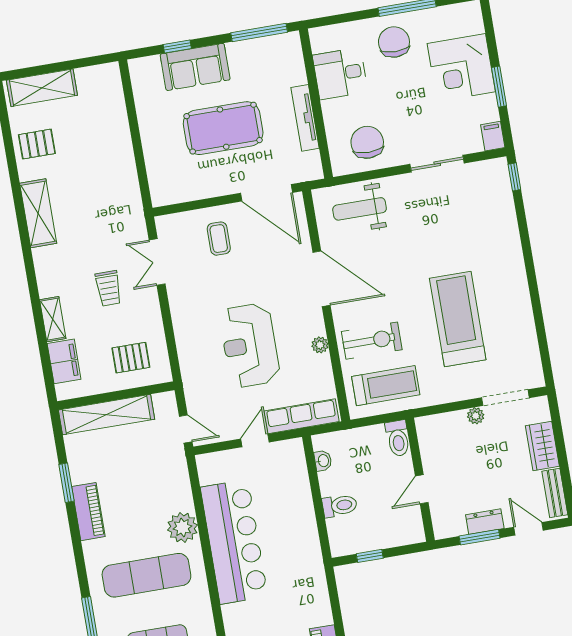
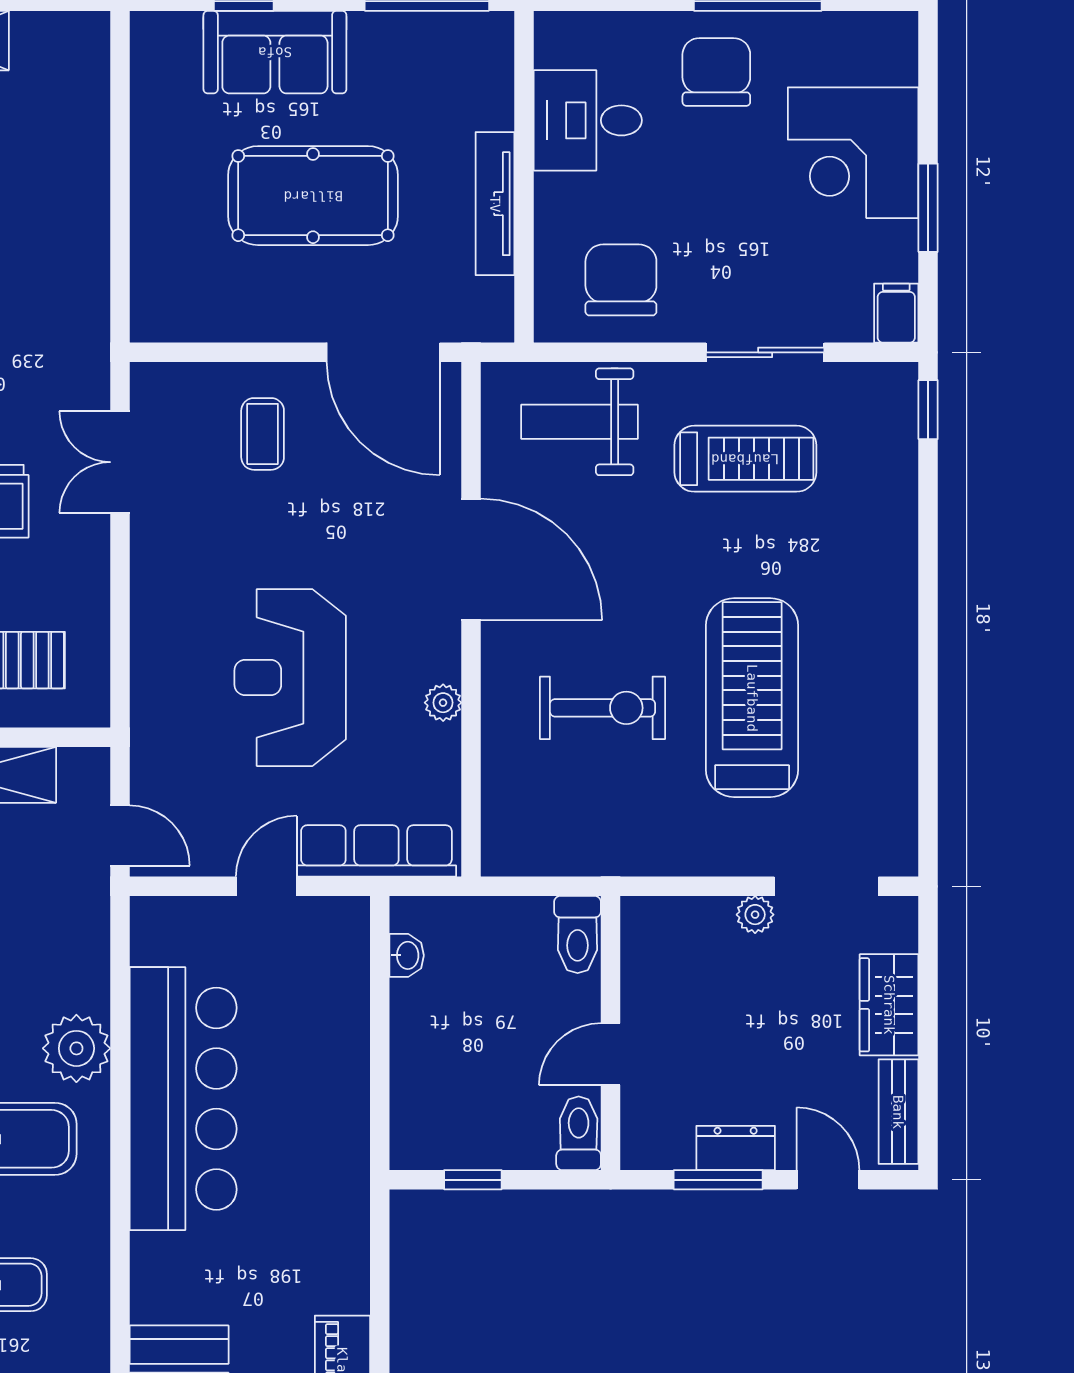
exercise bike: (372, 341) -> (603, 708), moved
treadmill: (386, 386) -> (745, 459), moved
toilet: (340, 506) -> (579, 1133), moved, turned -90

